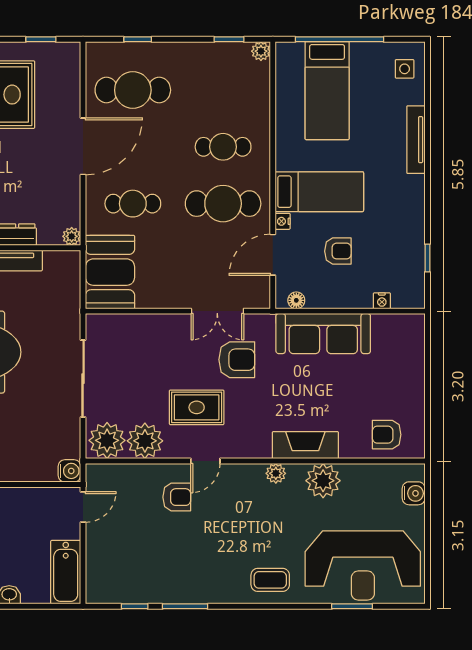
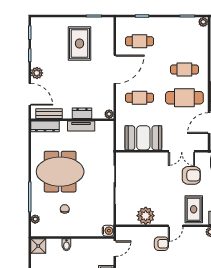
cafe table: (133, 90) -> (140, 41), width x0.73, depth x0.74
booth: (110, 272) -> (143, 138), moved, turned 90
rug: (197, 407) -> (194, 209), moved, turned 90
plant: (107, 440) -> (127, 216), removed

